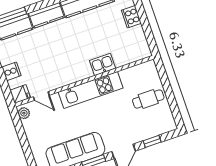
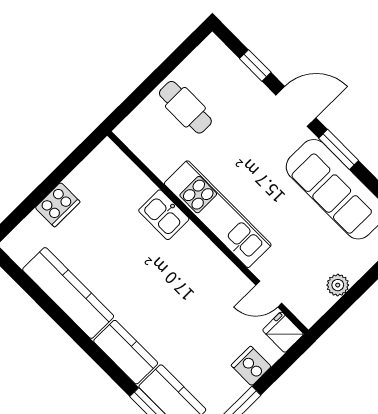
door: (41, 96) -> (269, 294), swing flipped
plant: (24, 113) -> (338, 285), moved

